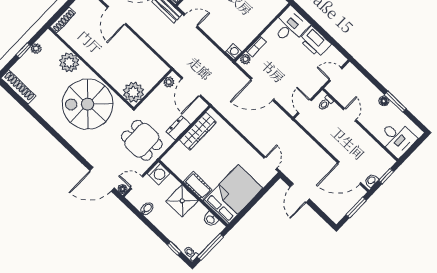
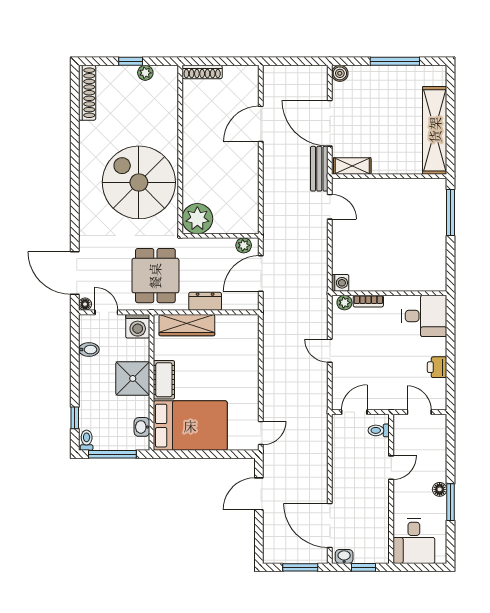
printer: (315, 42) -> (437, 367), width x0.53, depth x0.68
plant: (69, 62) -> (164, 121), removed
door: (262, 89) -> (330, 351), width x0.53
wardrobe: (198, 131) -> (187, 325), moved

